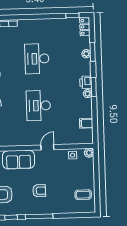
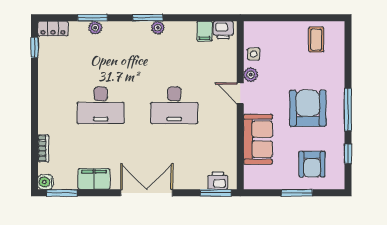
printer: (86, 82) -> (223, 30), moved
plant: (89, 153) -> (251, 75), moved
armchair: (39, 191) -> (308, 108), width x1.88, depth x1.88

